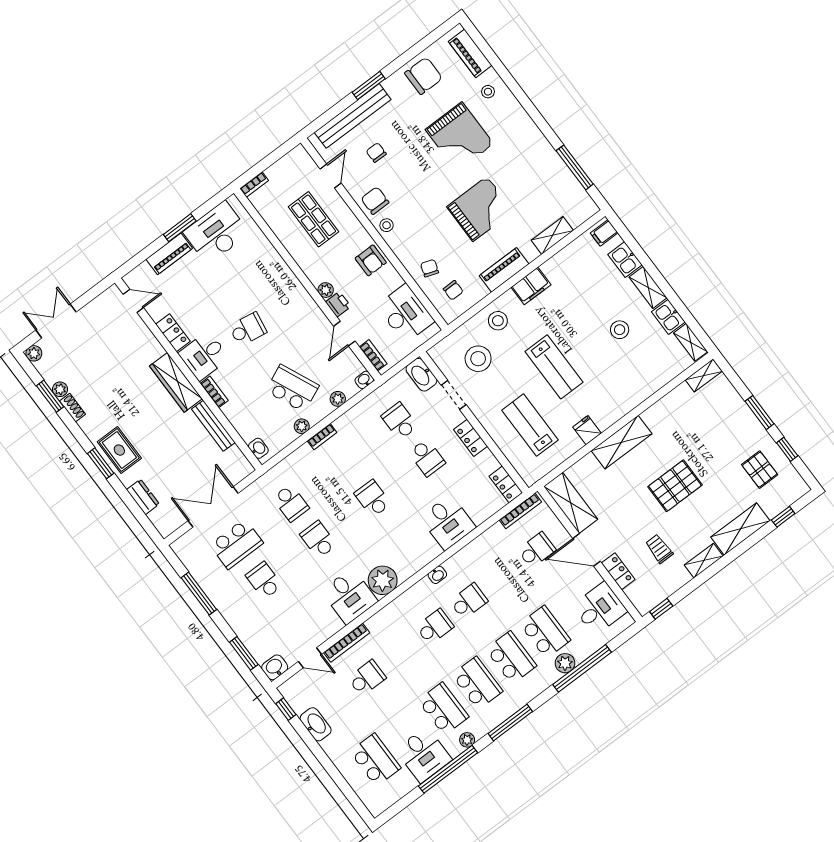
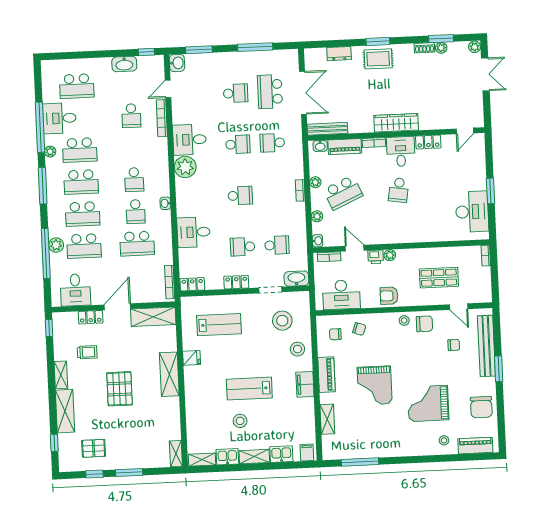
piano: (169, 254) -> (345, 147), moved, turned -90
lab bench: (554, 367) -> (249, 389), moved
bench: (213, 426) -> (327, 129), moved
school desk: (537, 550) -> (137, 244), moved, width x1.85

